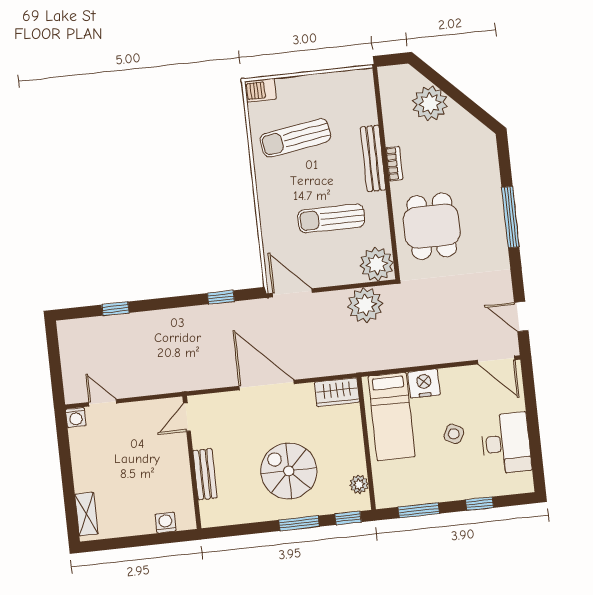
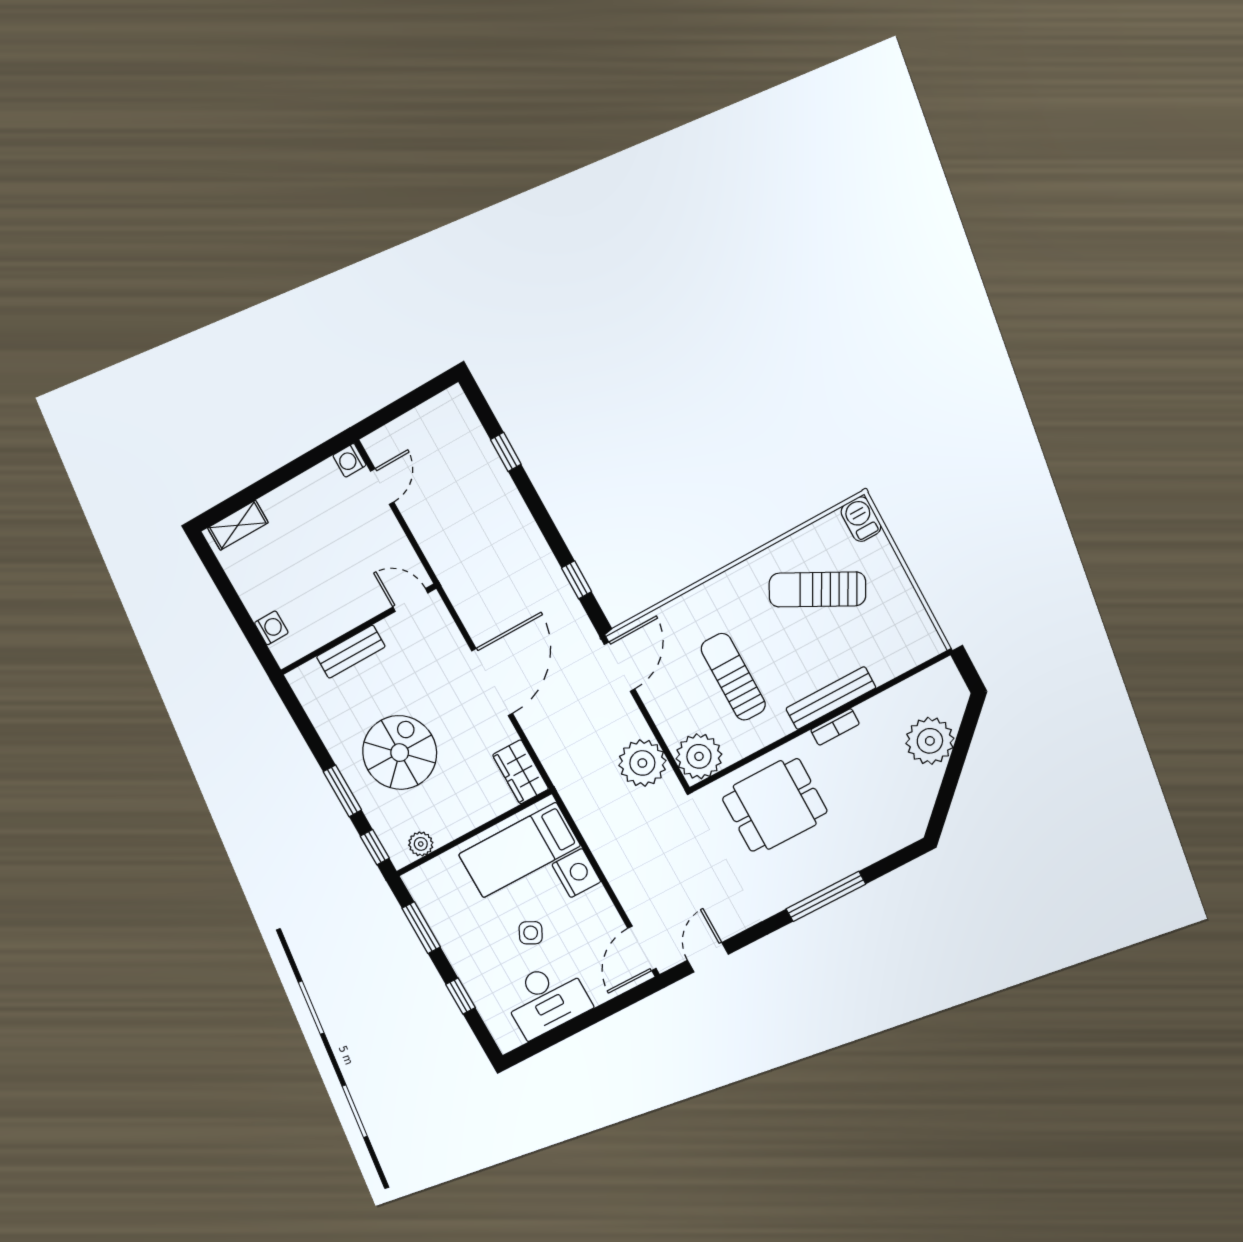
sun lounger: (295, 138) -> (817, 589), turned -53

